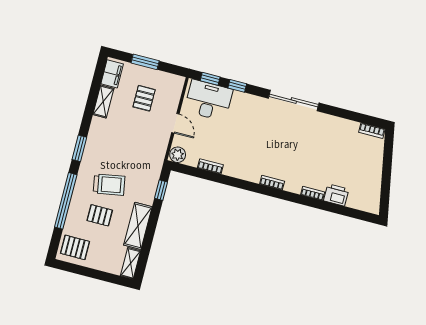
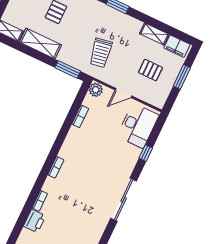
window: (210, 79) -> (156, 131), removed
trolley: (109, 185) -> (101, 53), moved
window: (161, 190) -> (68, 69), width x1.50

